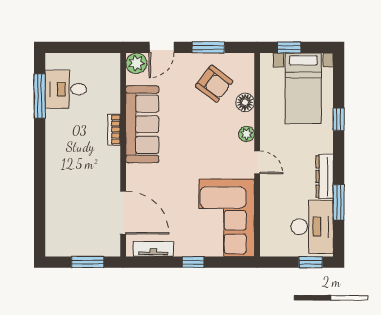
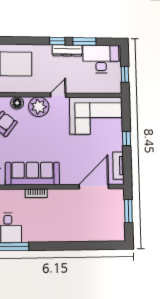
window: (339, 119) -> (57, 41), moved
plant: (247, 134) -> (39, 107), width x1.88, depth x1.88
window: (311, 262) -> (125, 74), moved

